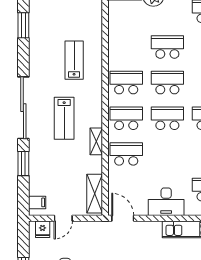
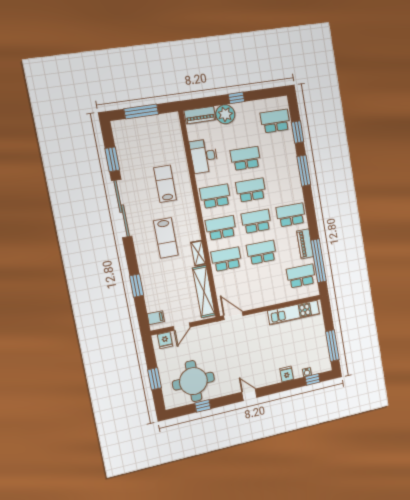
sliding door: (23, 108) -> (122, 209), moved
school desk: (167, 154) -> (262, 252), added
shelving: (95, 194) -> (204, 291), width x1.47
desk: (166, 202) -> (204, 156), moved, turned 90

